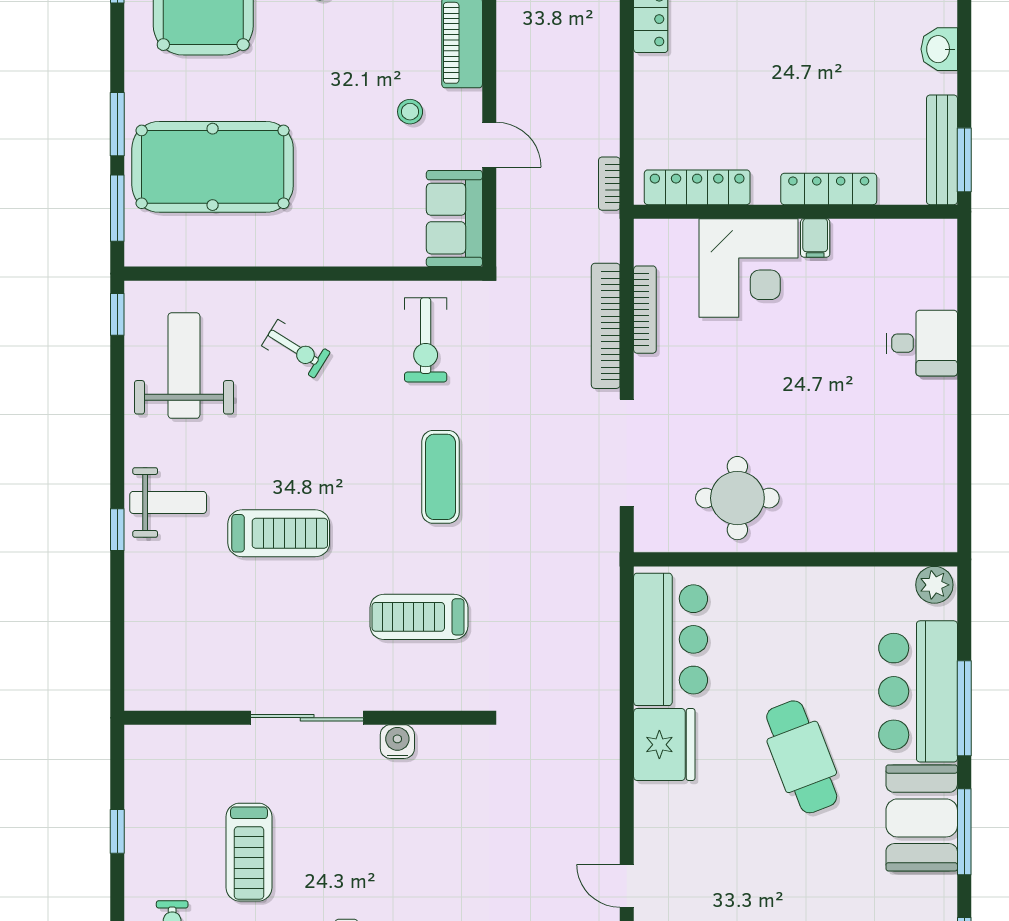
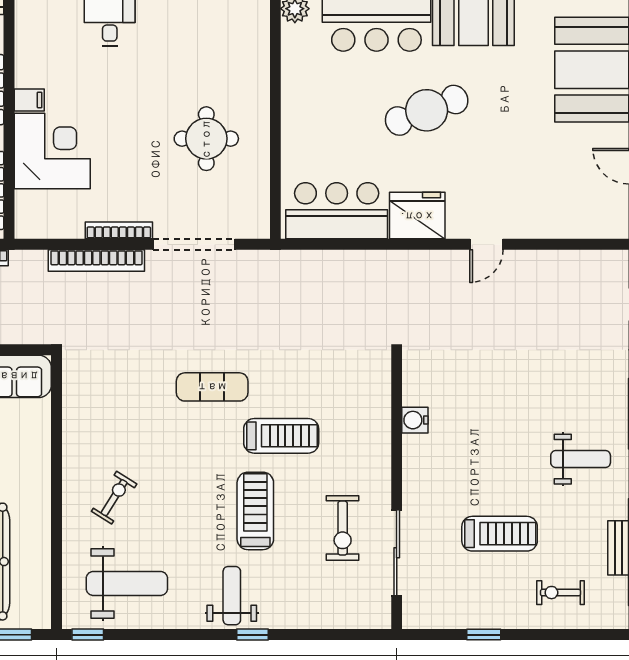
bookcase: (645, 310) -> (119, 230), moved
exercise bike: (426, 340) -> (343, 528), moved, turned 90
weight bench: (184, 366) -> (127, 583), turned 180
round table: (737, 498) -> (206, 139), moved
treadmill: (419, 617) -> (281, 436), moved, turned -90
sliding door: (307, 718) -> (397, 553), moved
door: (627, 886) -> (486, 244), moved

